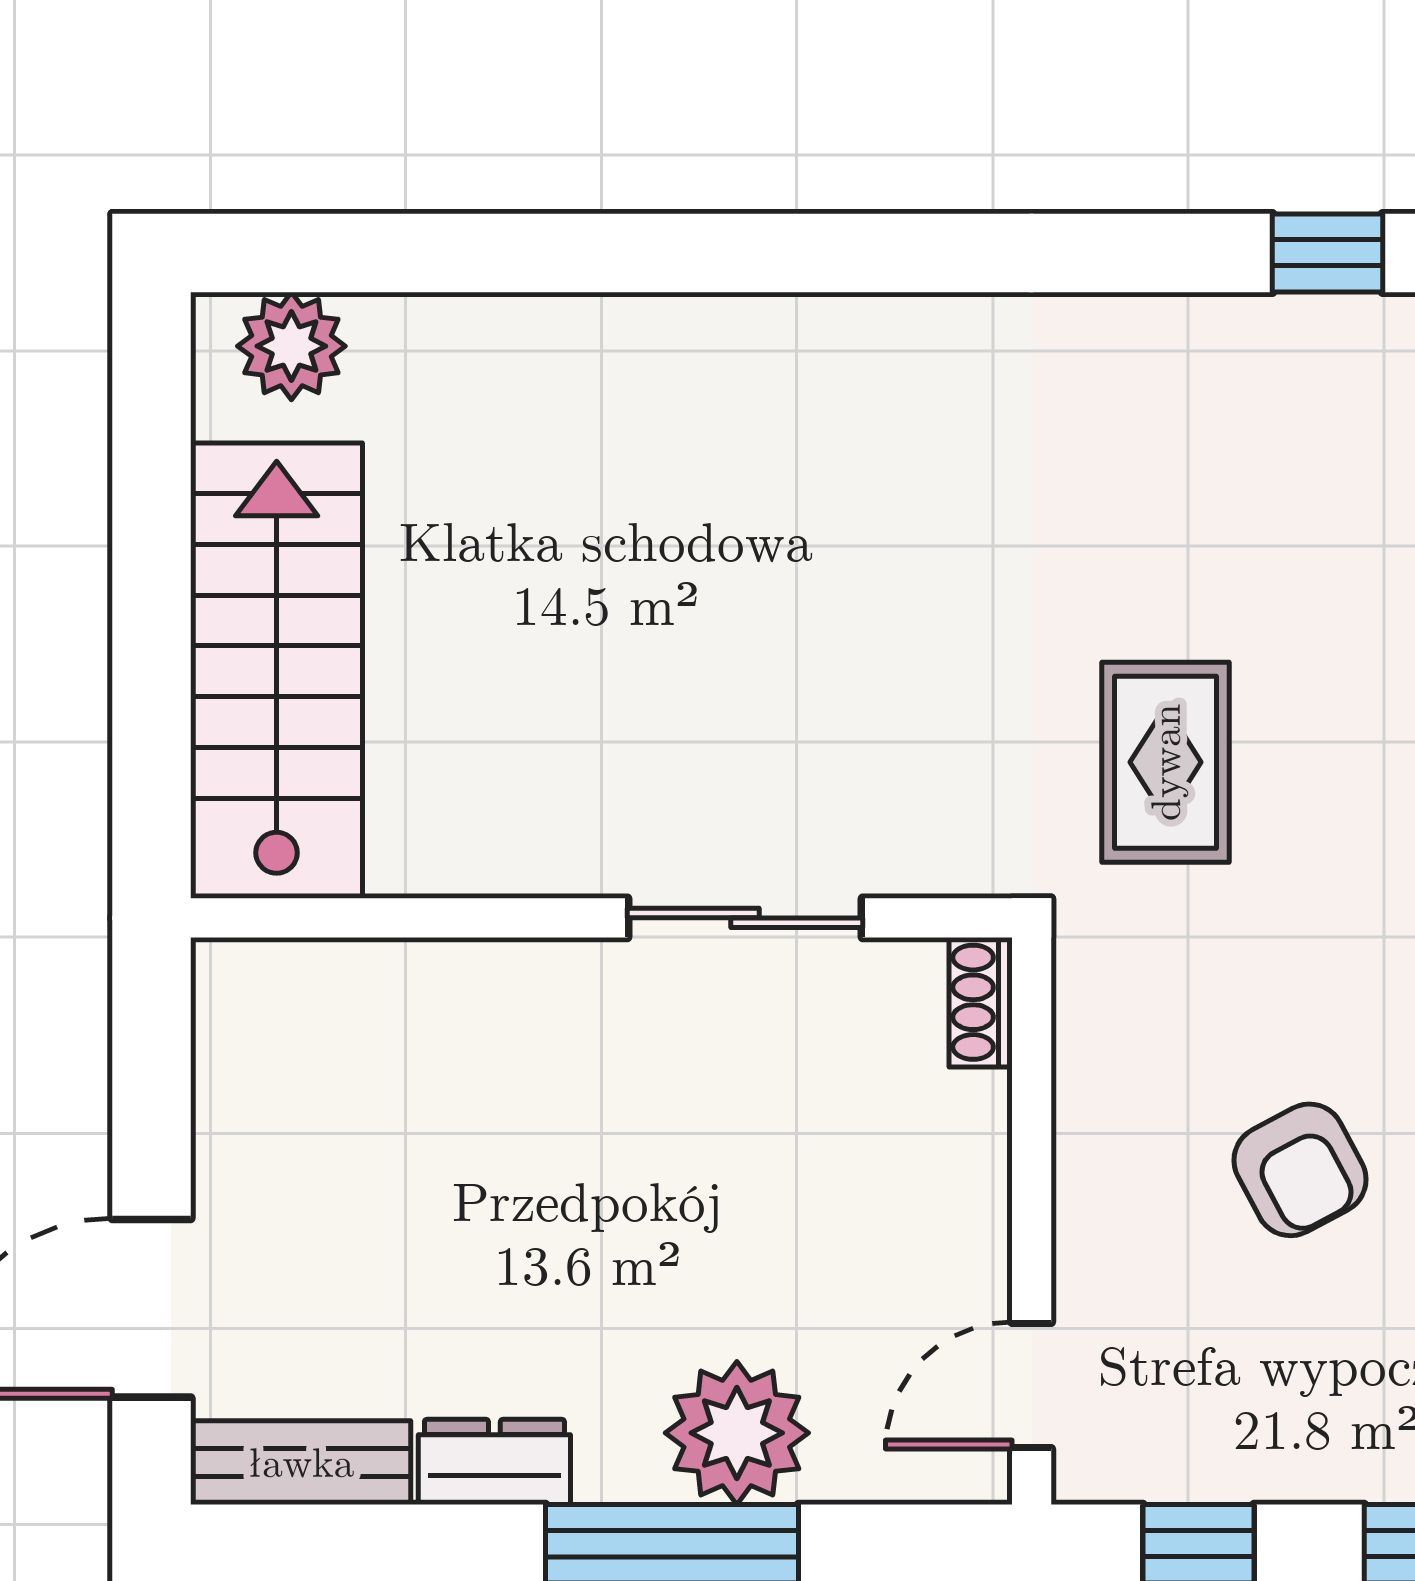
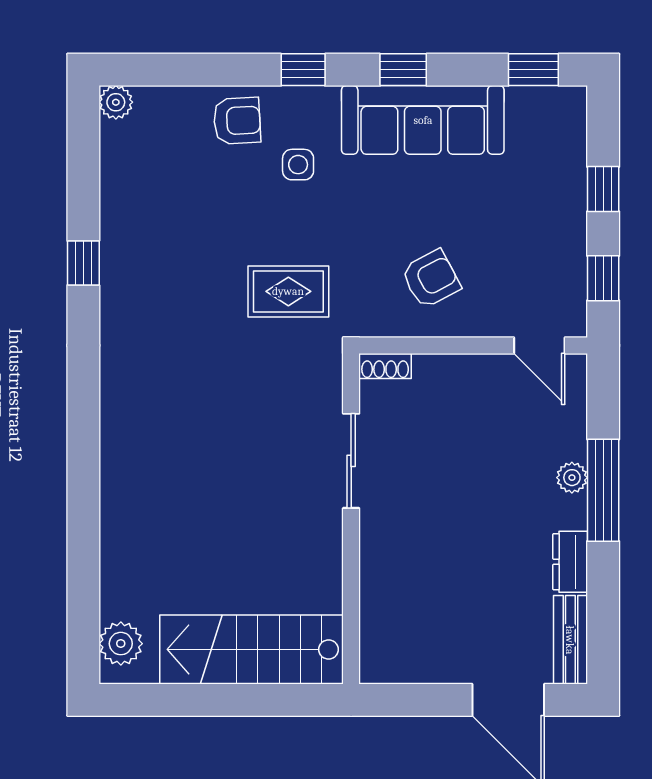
window: (1327, 253) -> (83, 263), moved
armchair: (1300, 1170) -> (431, 279), moved
plant: (737, 1433) -> (572, 478), width x0.53, depth x0.53

